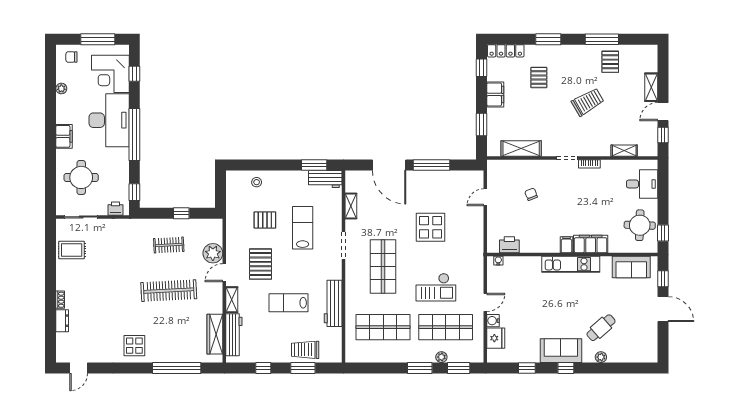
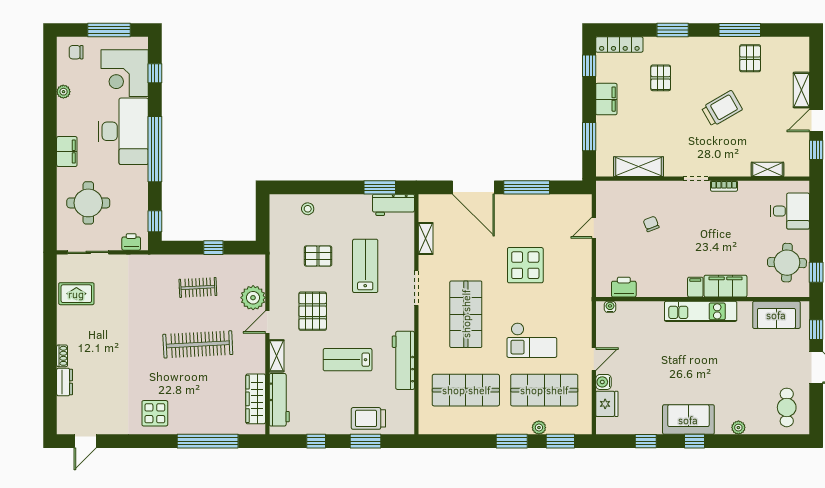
cafe table: (601, 328) -> (787, 407), moved, turned -49

